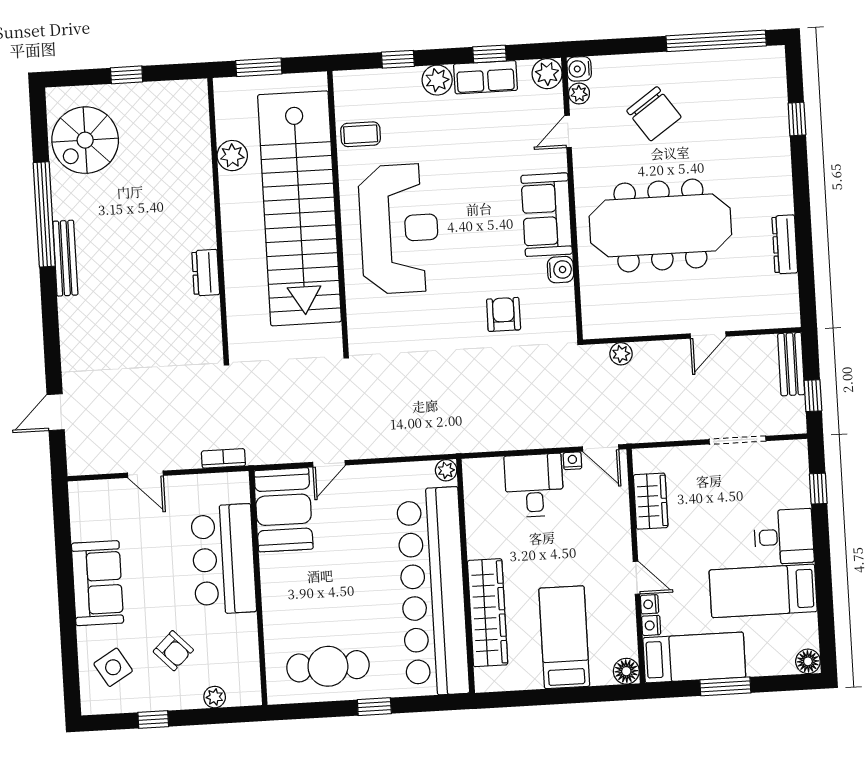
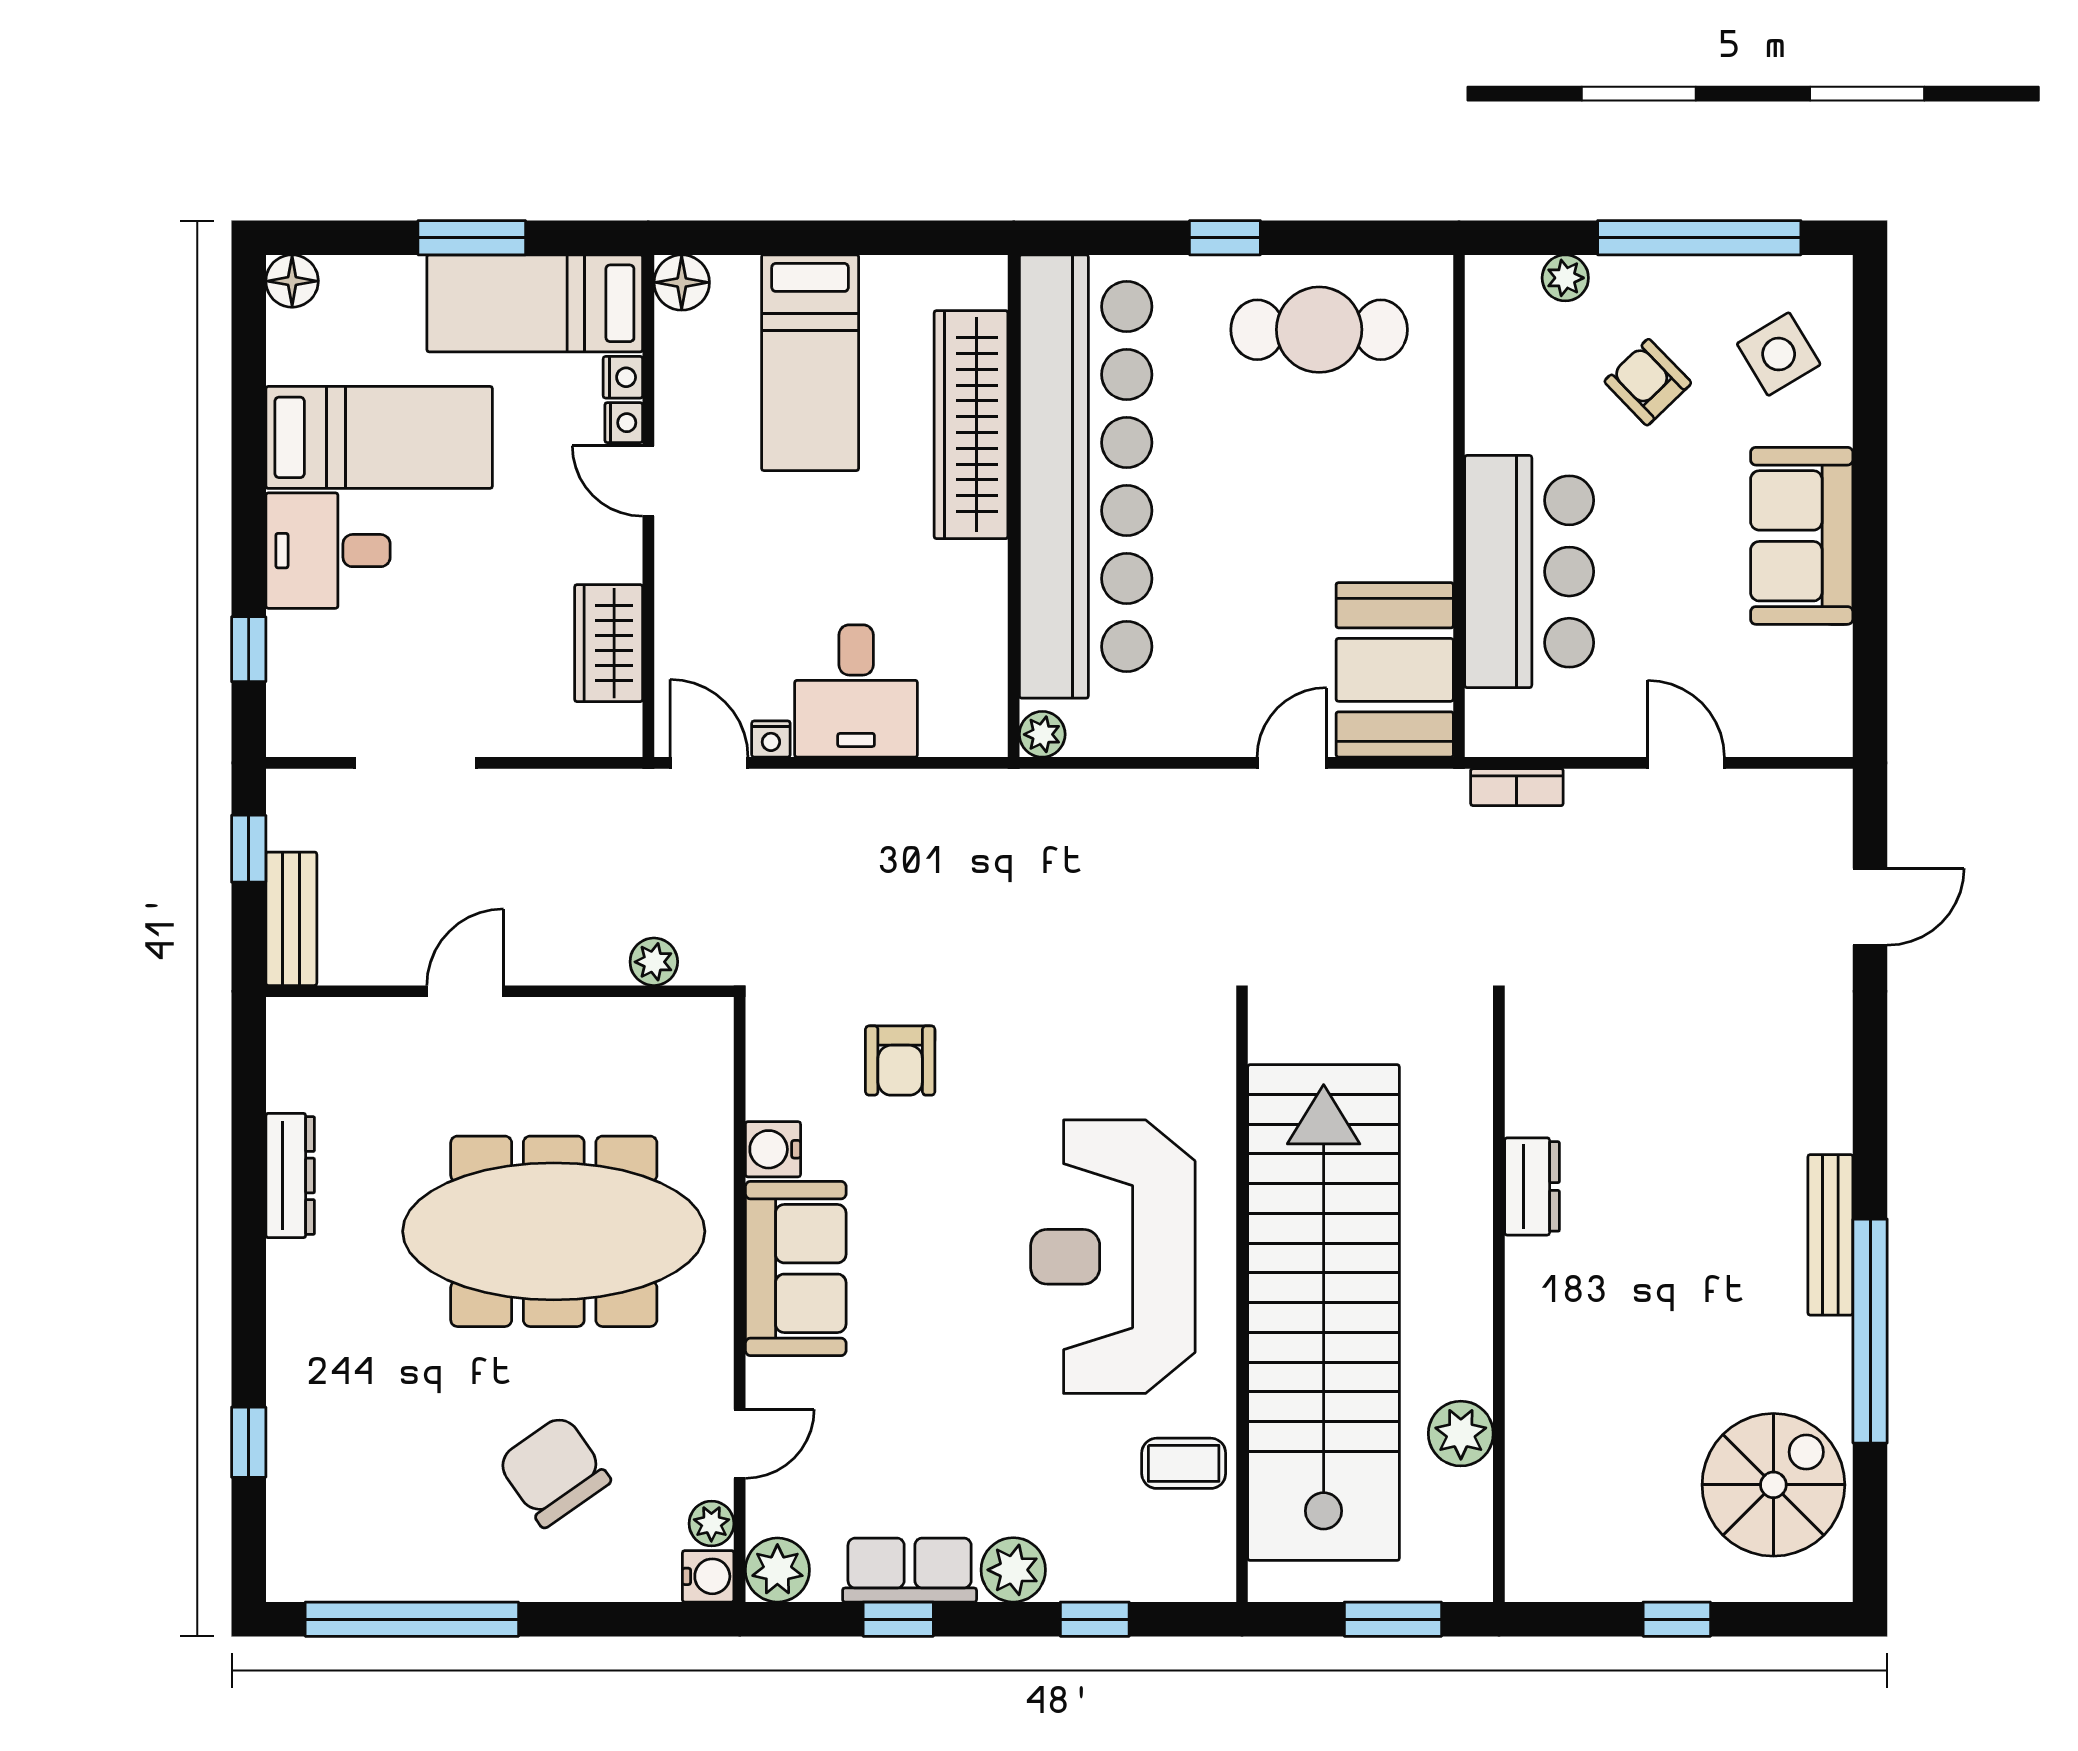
window: (153, 719) -> (1699, 238), width x3.17

